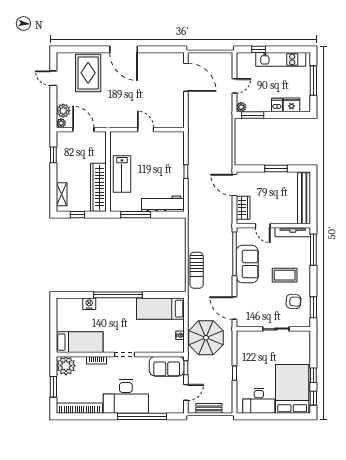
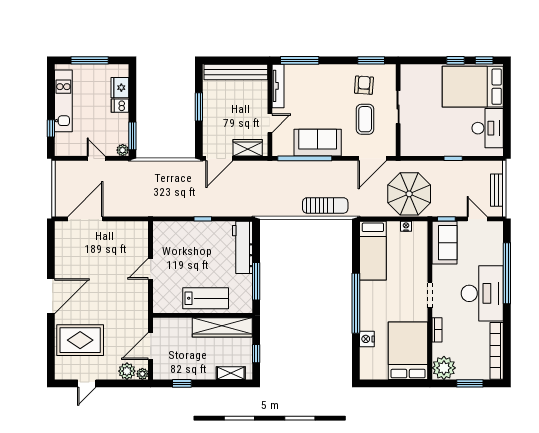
coffee table: (285, 275) -> (365, 119), moved
bed: (80, 342) -> (408, 351), width x1.50

